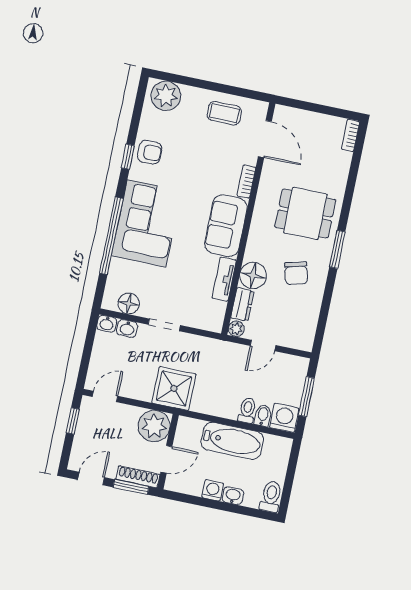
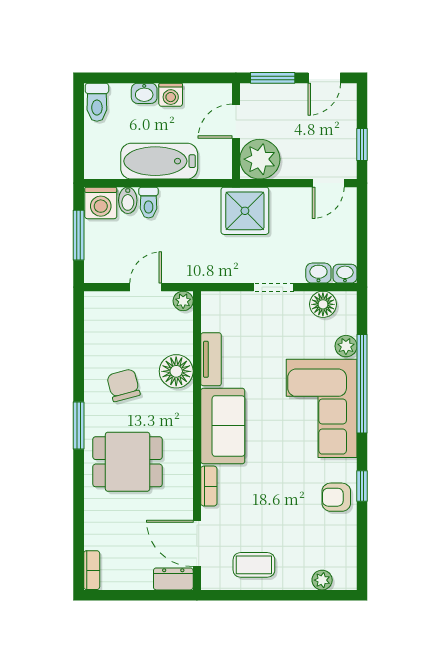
plant: (166, 96) -> (322, 580), width x0.53, depth x0.53
plant: (118, 268) -> (346, 346), added
dresser: (242, 304) -> (173, 579), moved, turned 90
shoe rack: (138, 477) -> (267, 92), removed

